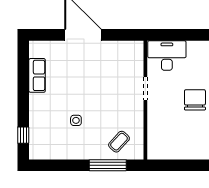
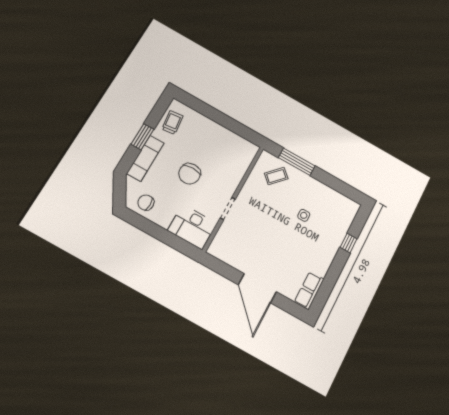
row of seats: (37, 75) -> (309, 291), moved
window: (23, 135) -> (349, 243), moved

